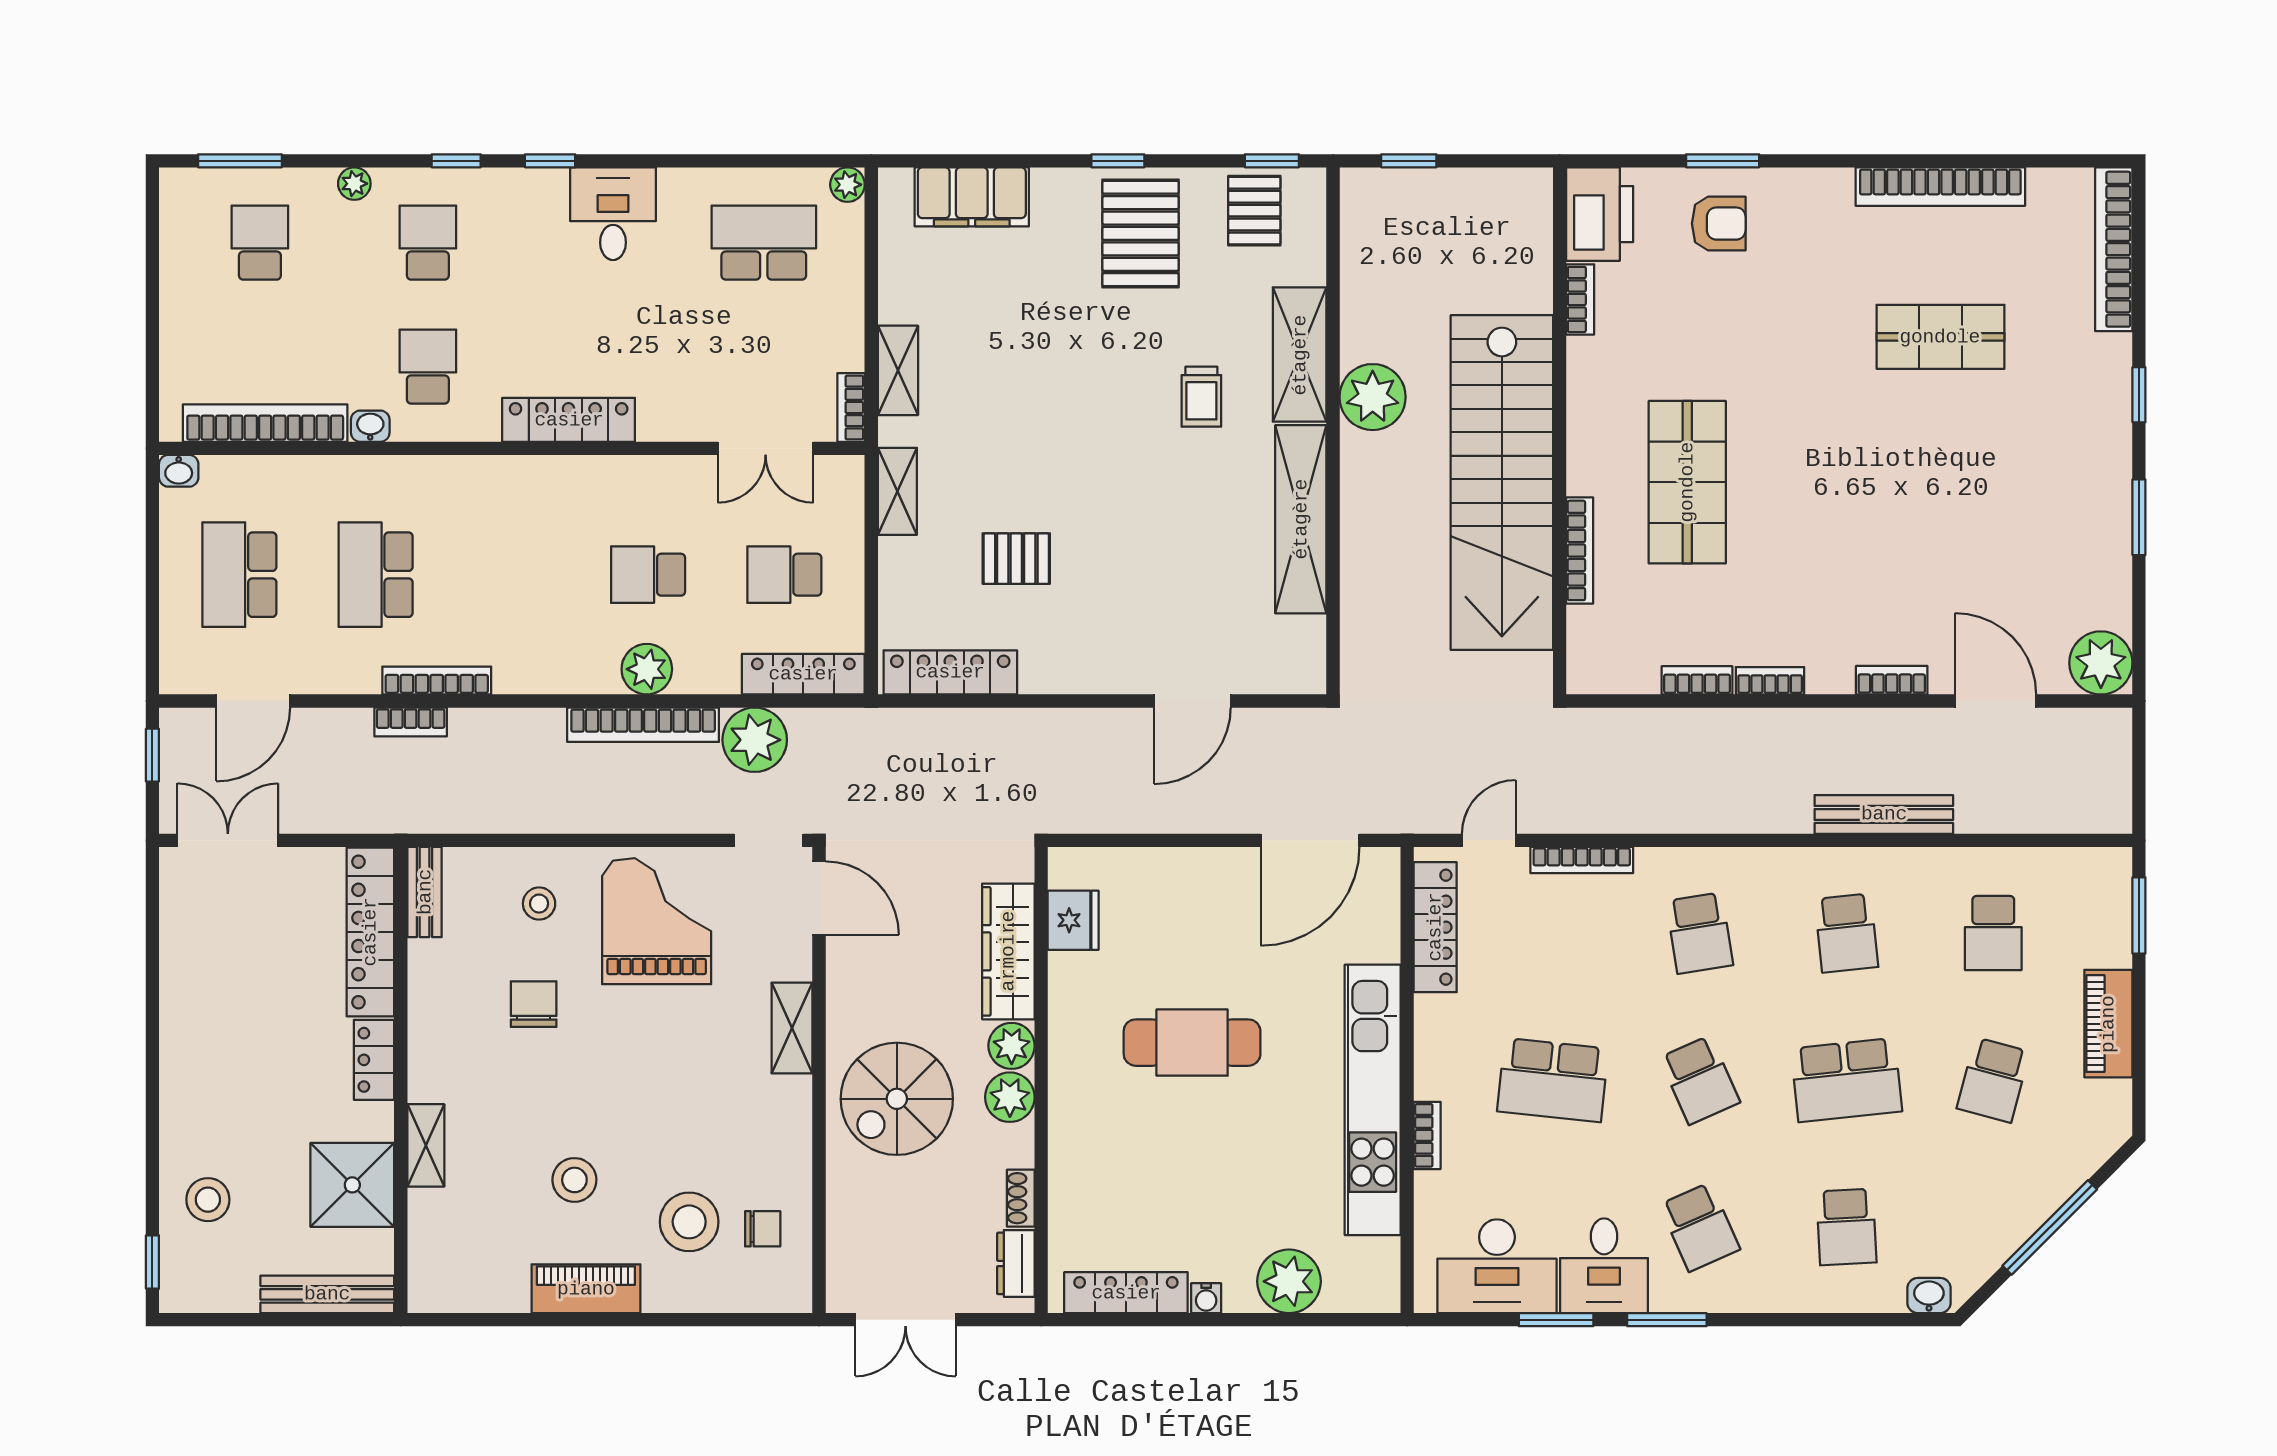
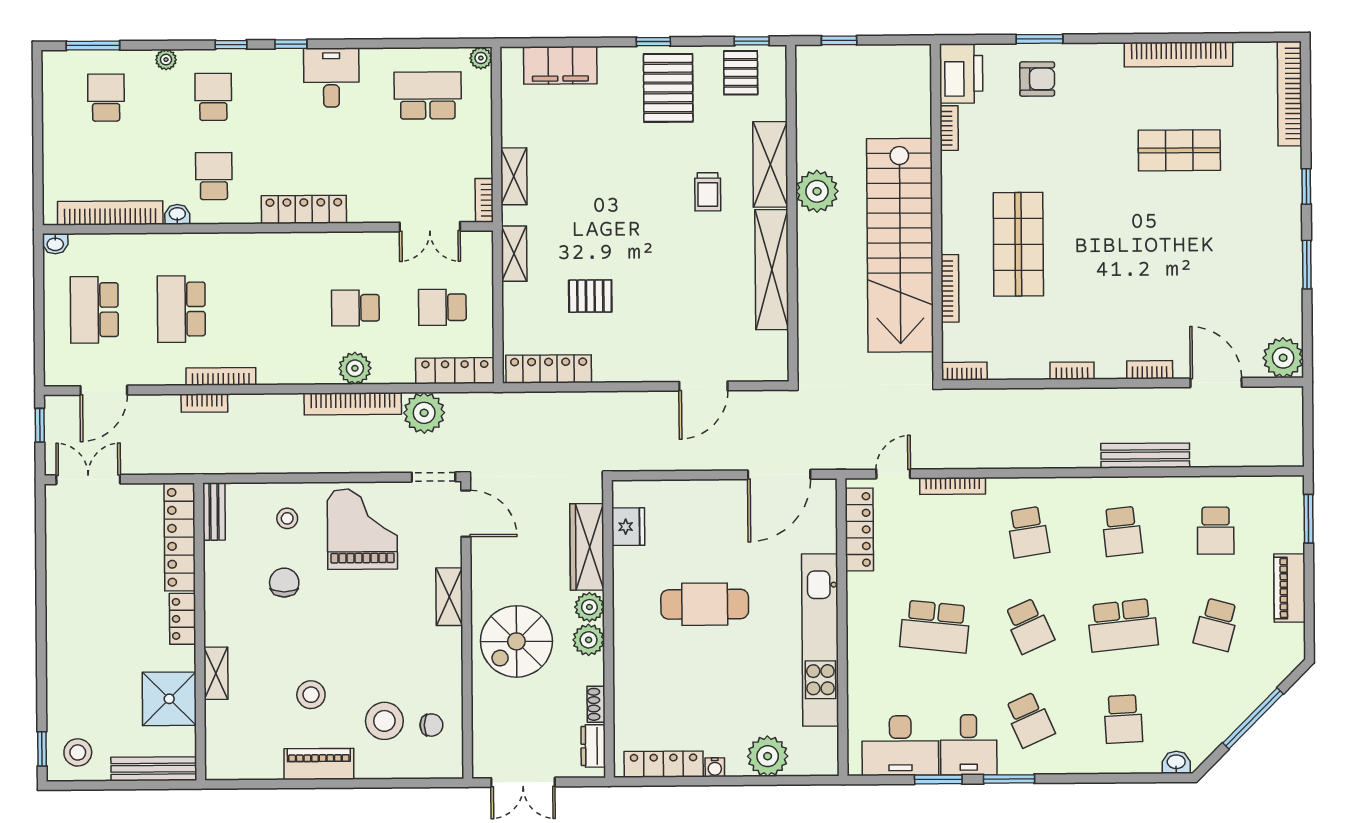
bookcase: (1697, 680) -> (964, 371), moved
bookcase: (1427, 1135) -> (855, 662), removed
stool: (208, 1200) -> (78, 752), moved

